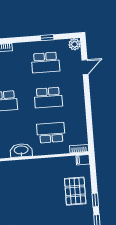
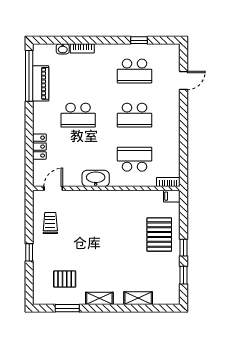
plant: (74, 44) -> (172, 51), removed

